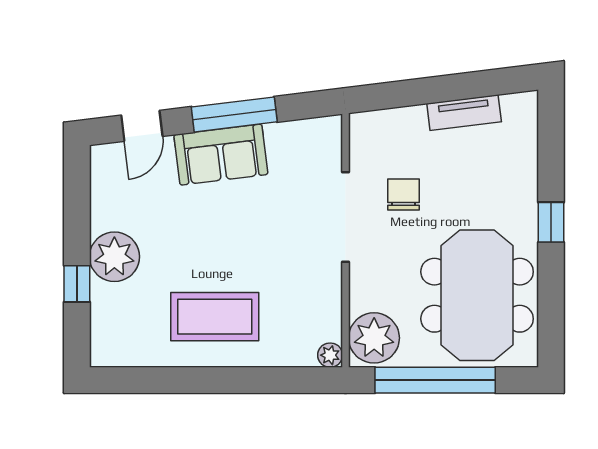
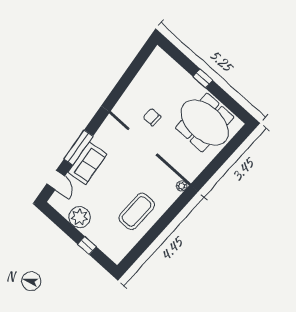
tv unit: (464, 113) -> (143, 75), removed
plant: (114, 257) -> (80, 217), moved
plant: (374, 338) -> (189, 167), removed
window: (435, 380) -> (219, 160), removed

